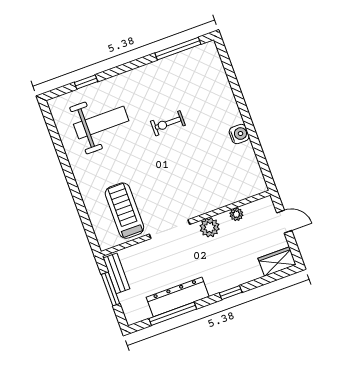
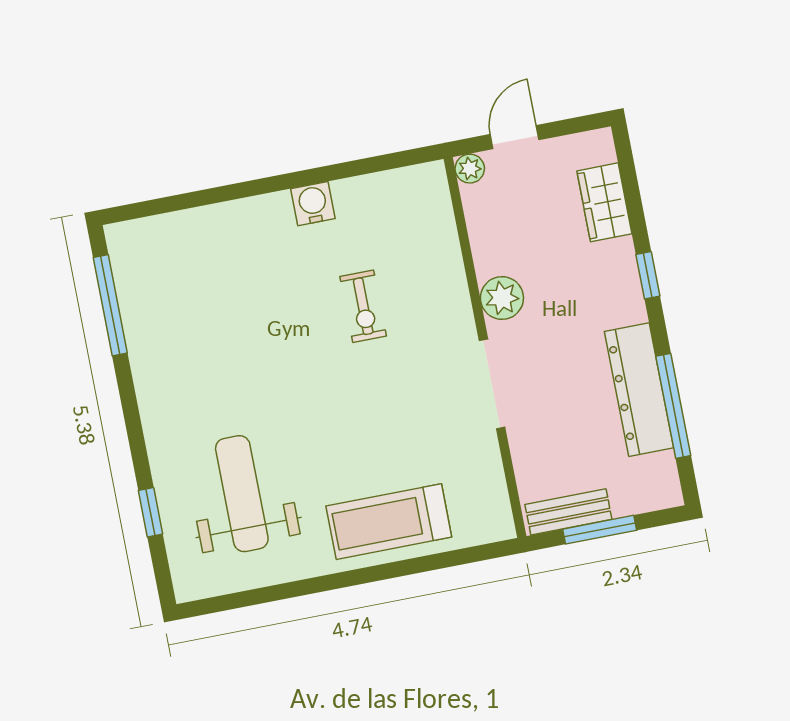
exercise bike: (168, 123) -> (363, 306), moved
treadmill: (124, 211) -> (389, 522), moved
plant: (236, 214) -> (470, 169), moved
wardrobe: (277, 262) -> (604, 202), moved

